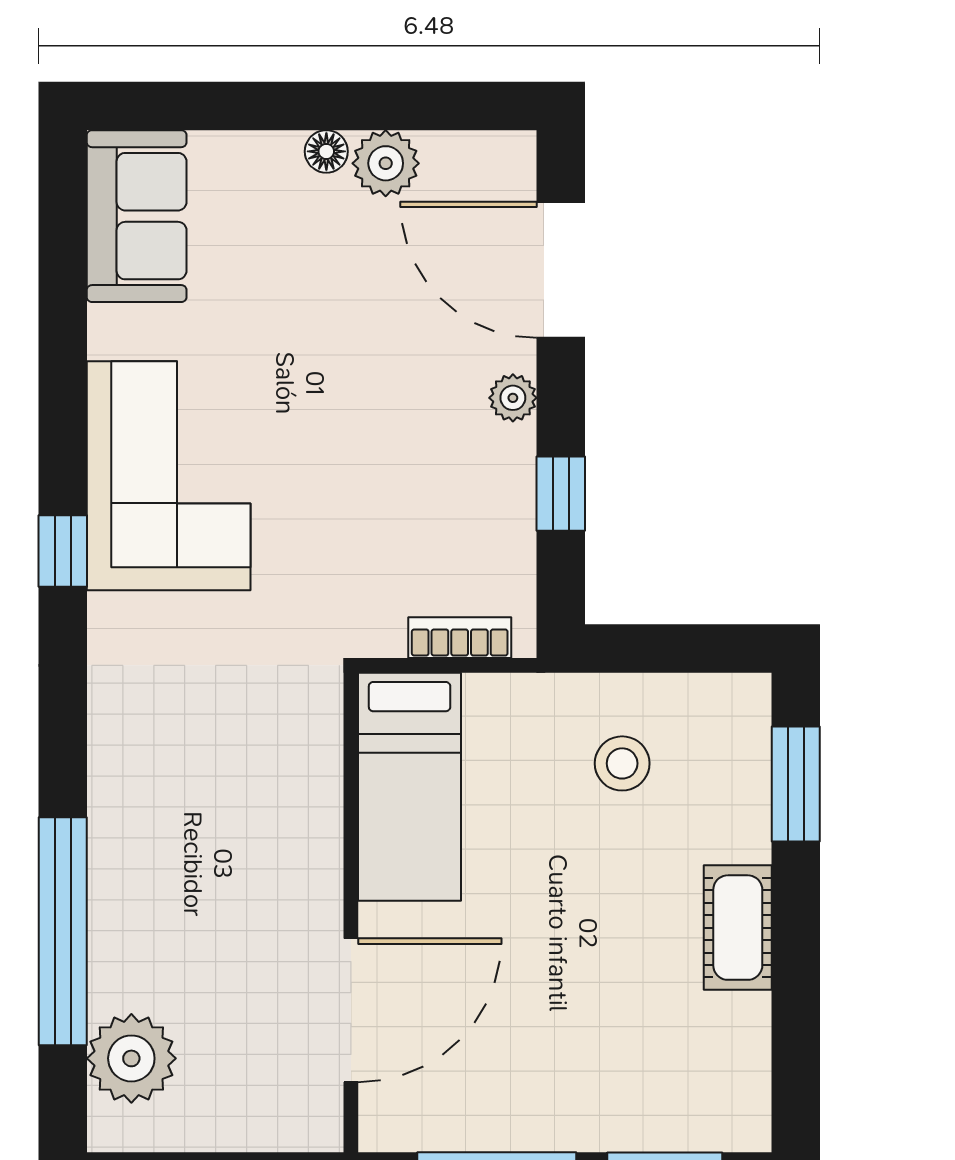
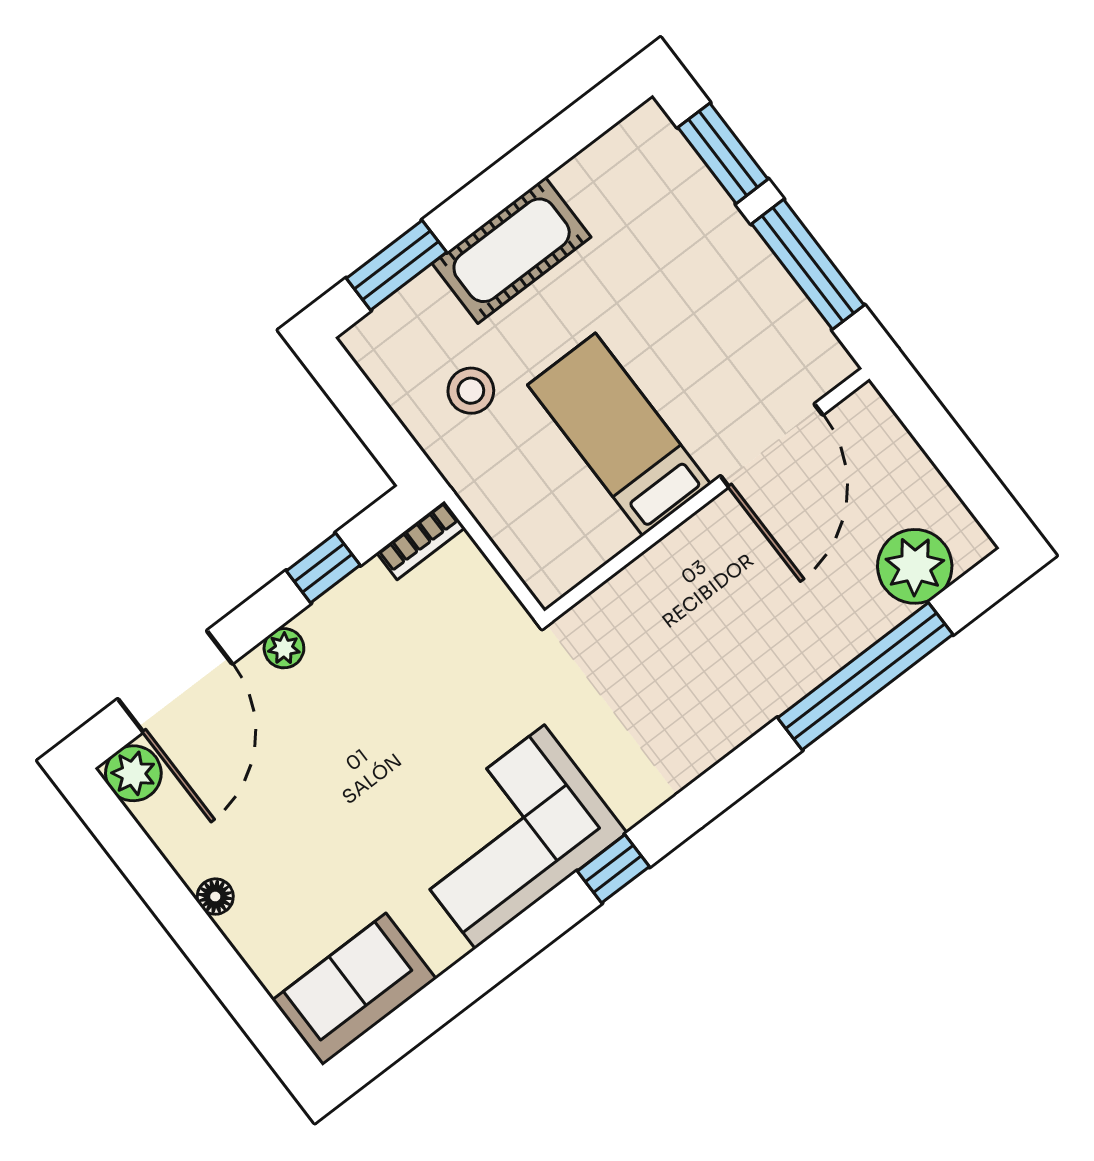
plant: (386, 163) -> (133, 773), moved
bookcase: (460, 638) -> (421, 540), moved, turned -90
bed: (410, 787) -> (619, 435), moved, turned -90
cot: (738, 928) -> (512, 250), width x1.37, depth x1.34
door: (351, 1010) -> (772, 445), swing flipped

